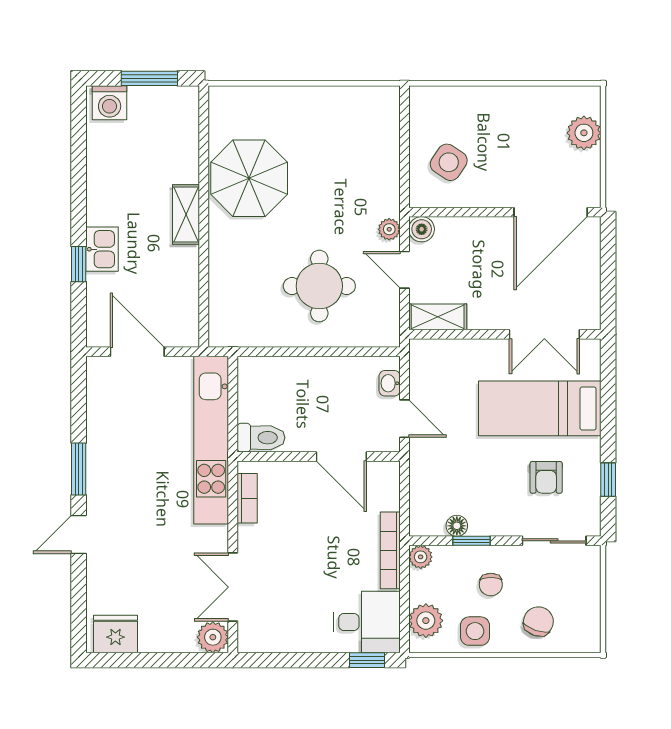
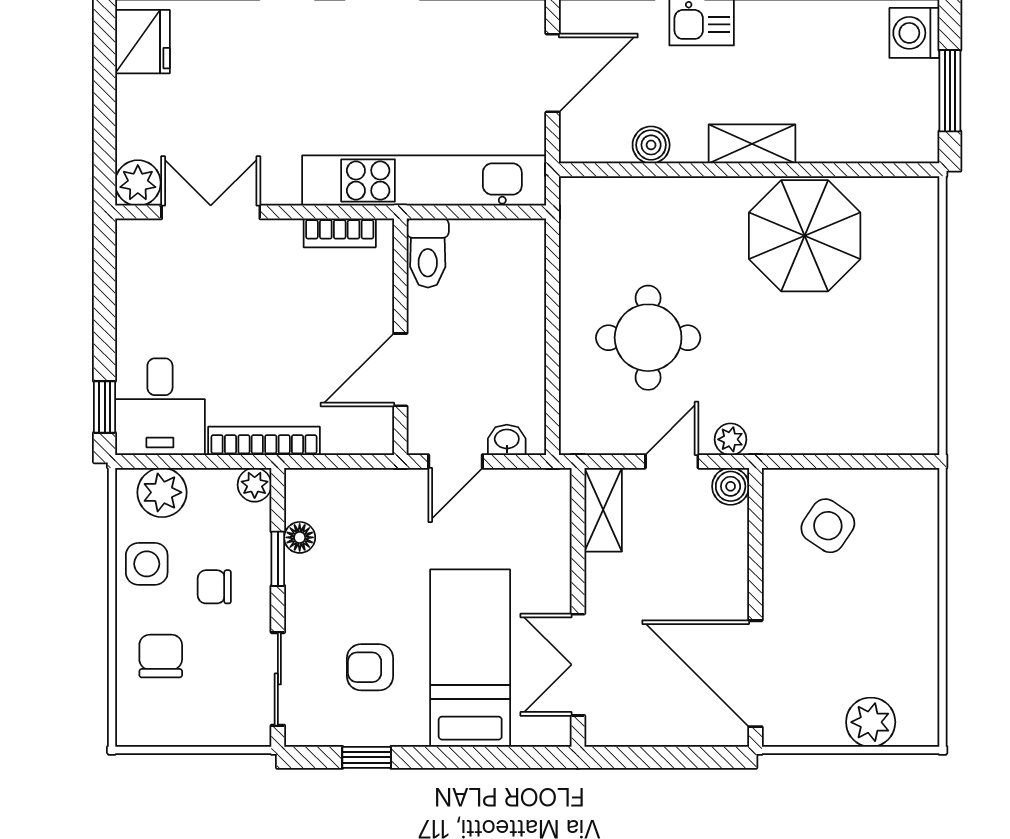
boiler: (187, 284) -> (651, 145), added
chair: (538, 621) -> (161, 656), turned -109

